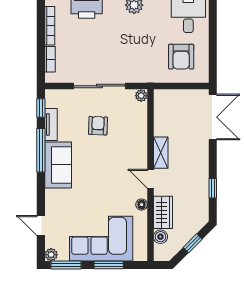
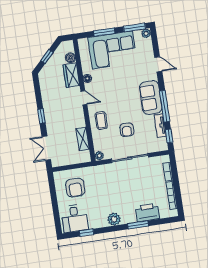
armchair: (181, 57) -> (75, 188), turned 180
double door: (213, 117) -> (46, 148), width x0.73
coffee table: (131, 144) -> (101, 121), added
shelving: (161, 153) -> (83, 139), moved
window: (213, 188) -> (41, 116), moved
door: (41, 225) -> (158, 64), moved

